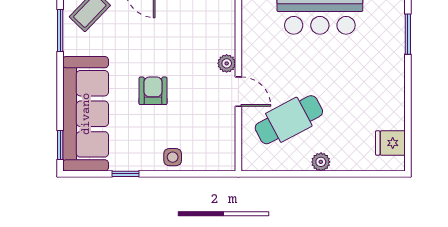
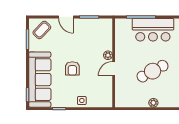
armchair: (153, 91) -> (72, 68), turned 180
door: (238, 92) -> (114, 69), swing flipped
cafe table: (289, 120) -> (153, 71), moved

